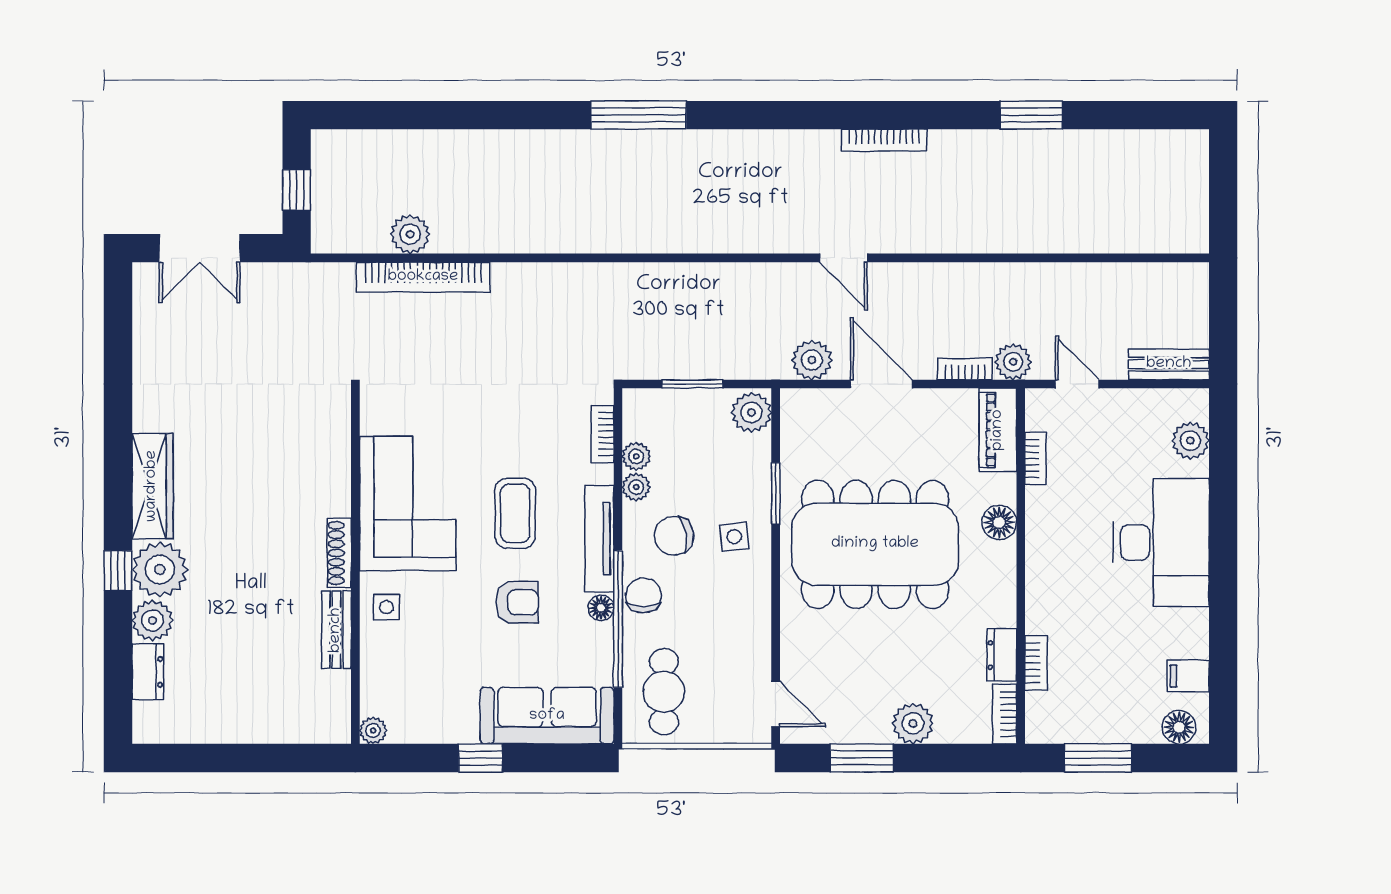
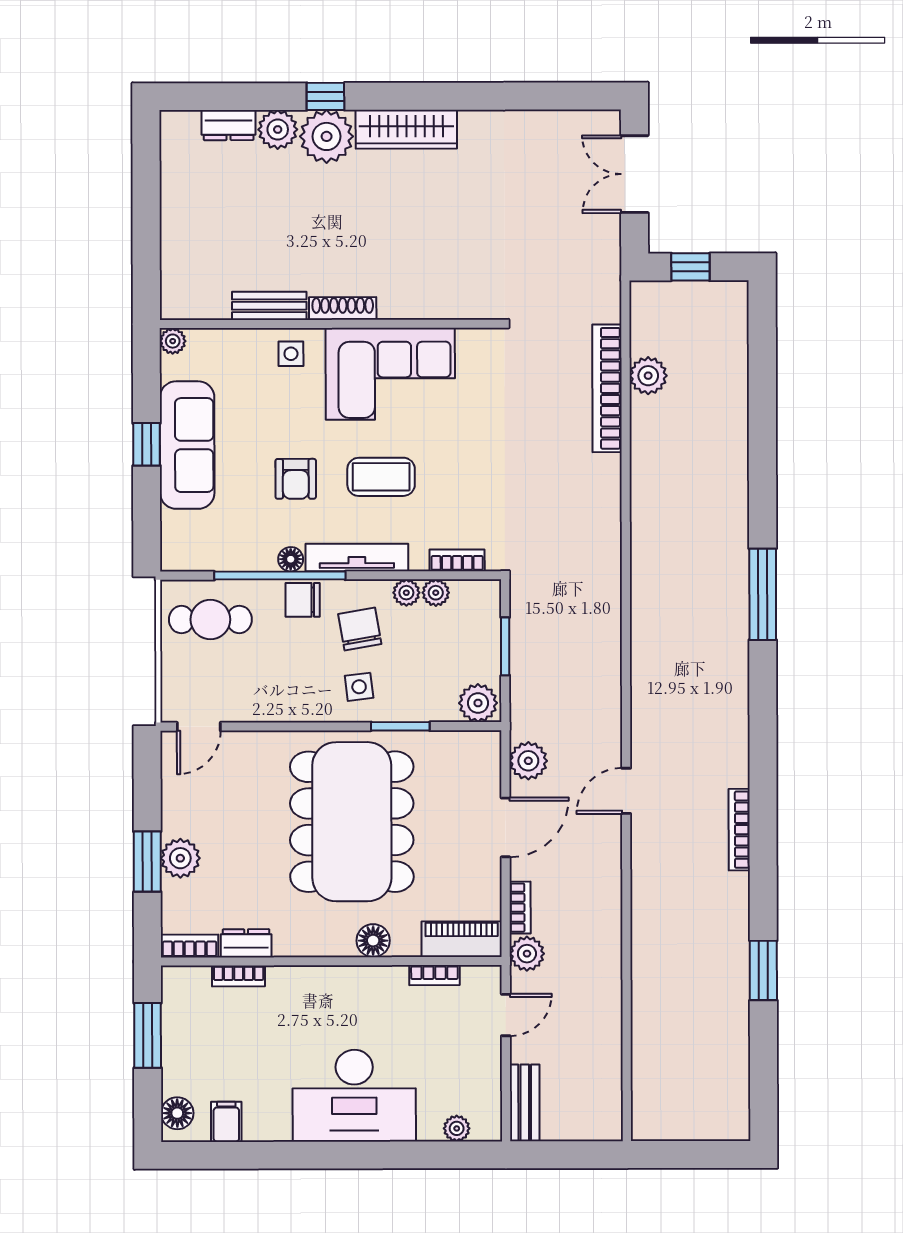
plant: (1190, 441) -> (457, 1128), width x0.73, depth x0.73
chair: (644, 595) -> (303, 600), turned 180
sofa: (547, 716) -> (187, 445), moved
window: (862, 758) -> (147, 862), moved

